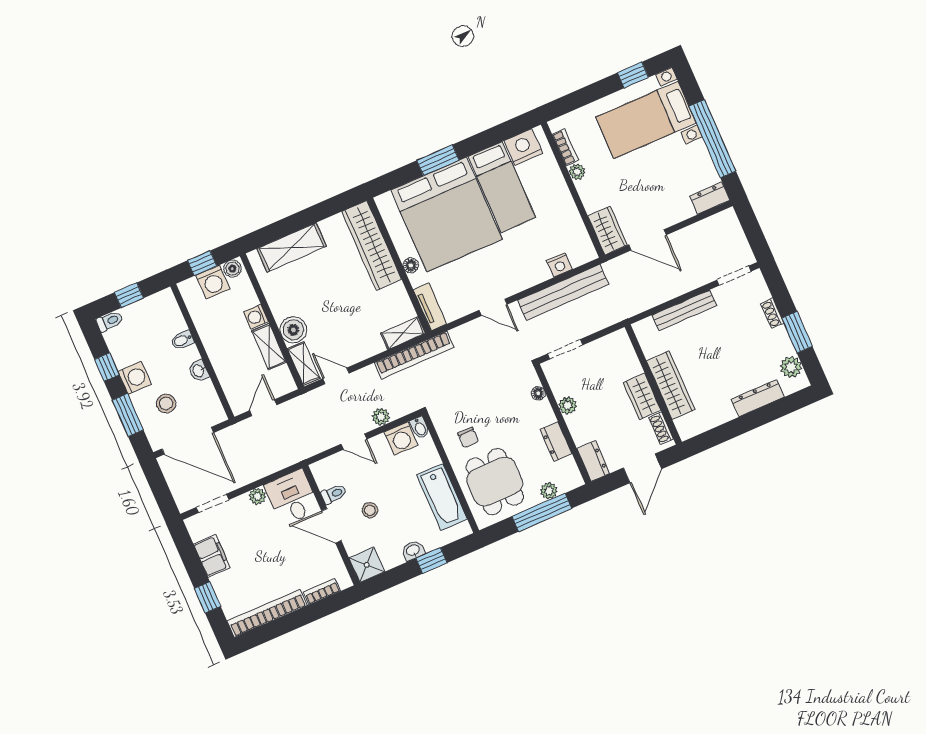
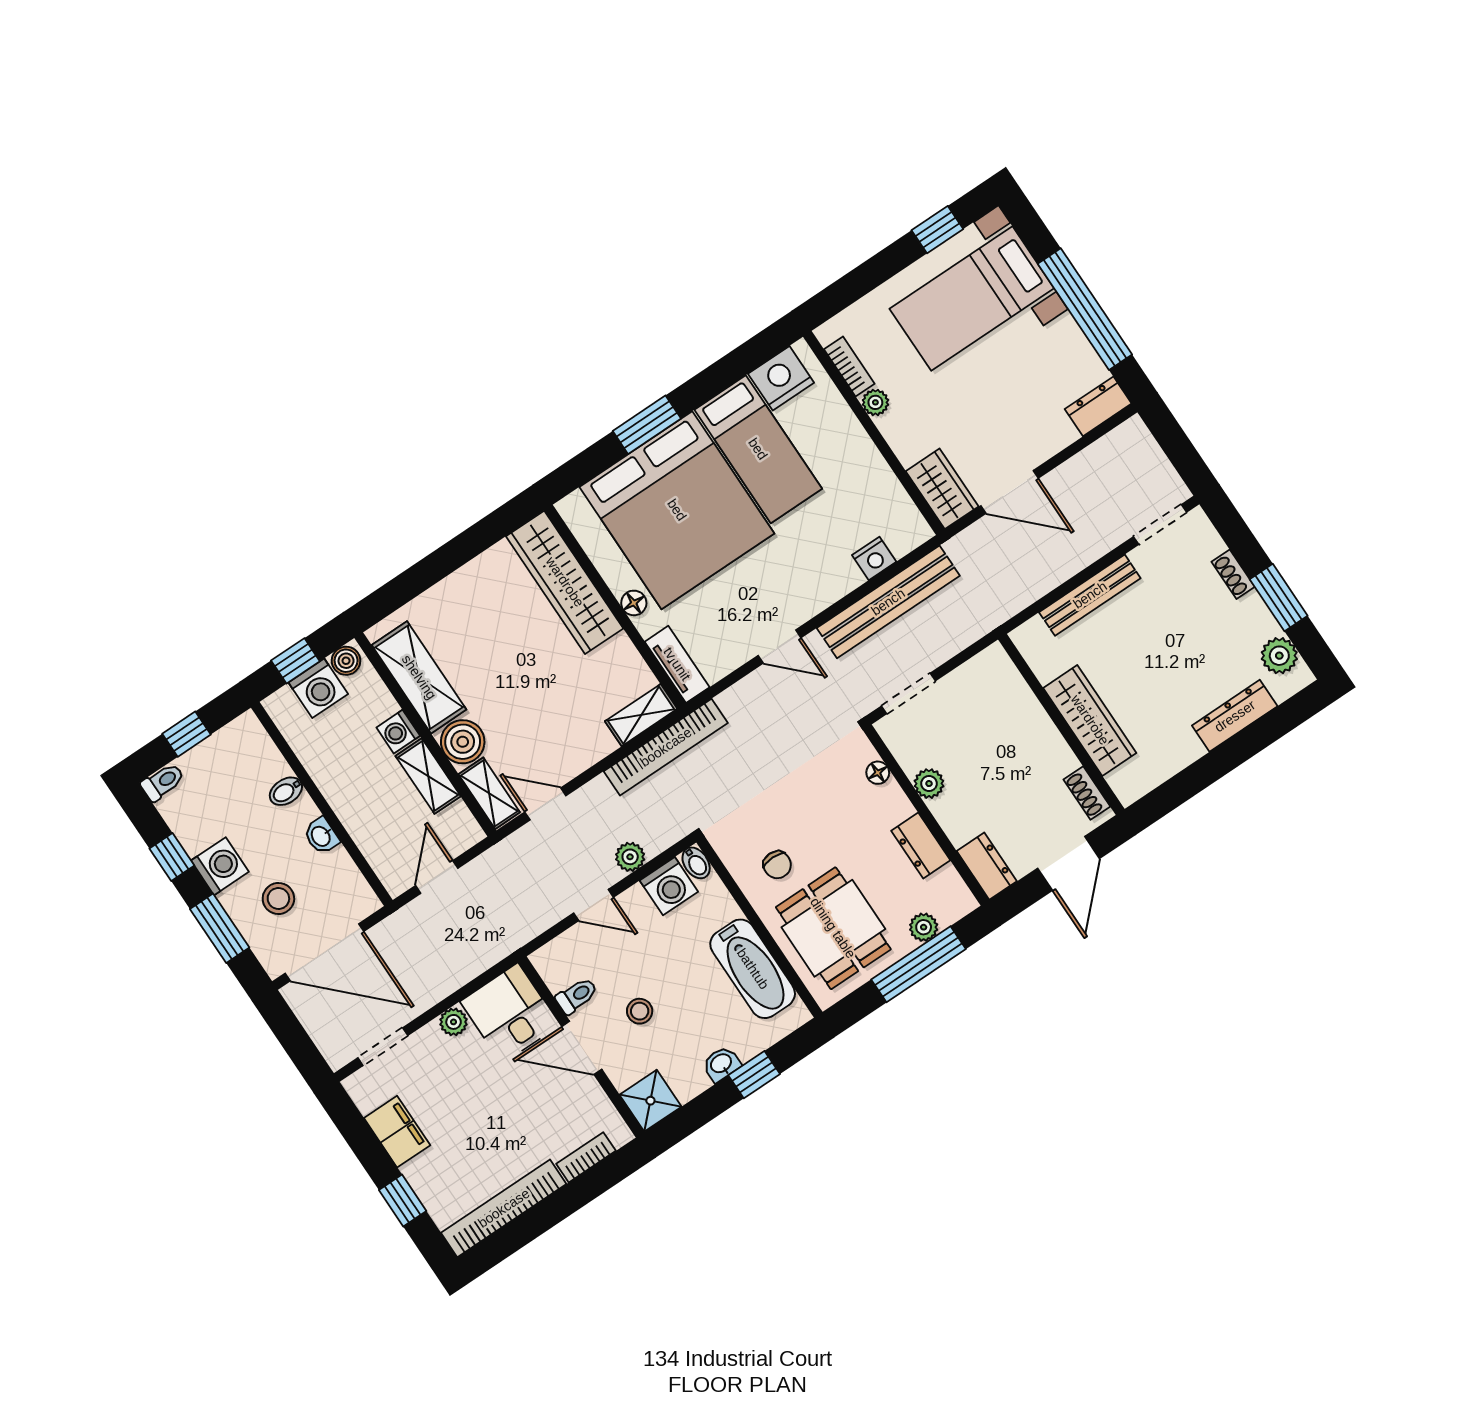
shelving: (292, 248) -> (419, 677), moved, turned 90
wardrobe: (642, 396) -> (1047, 747), removed

